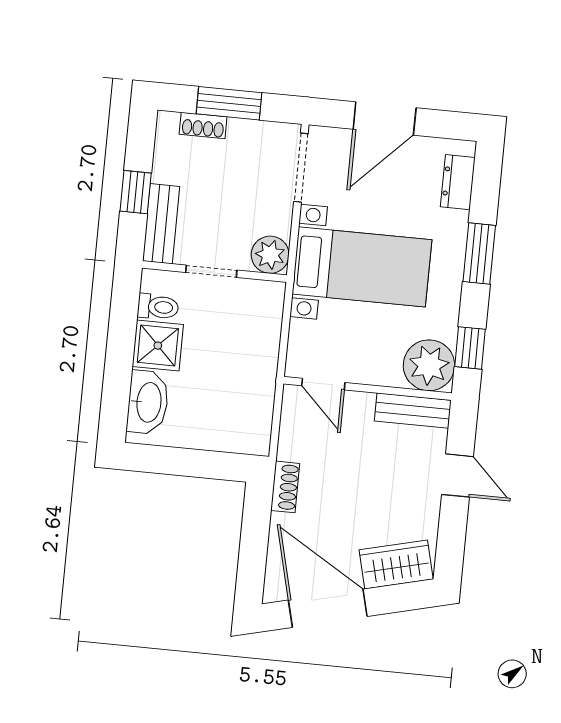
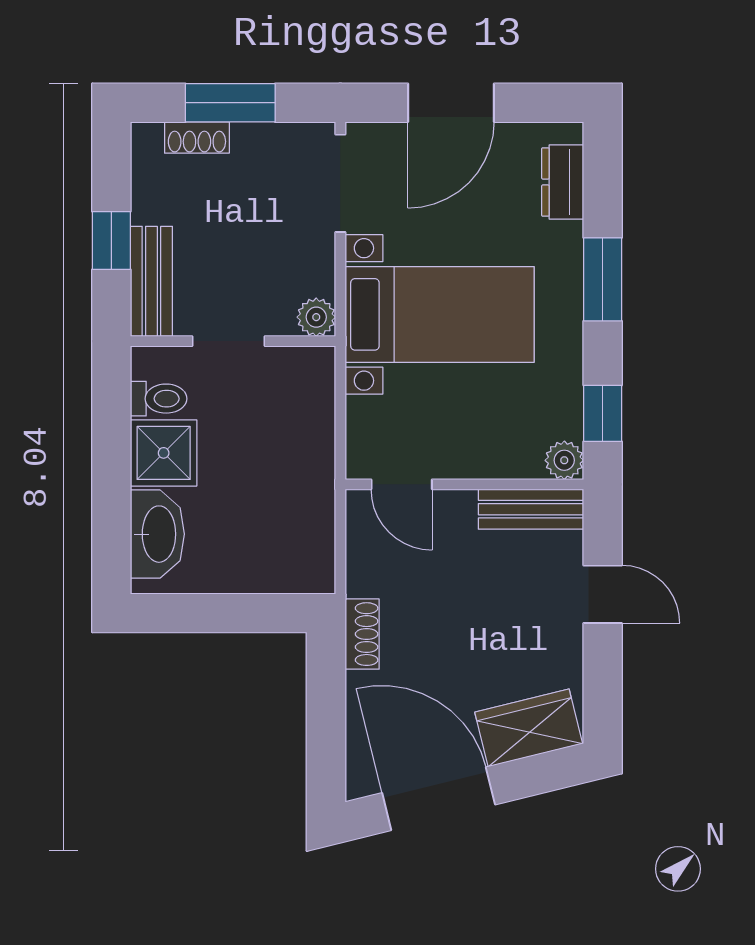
plant: (270, 255) -> (316, 317), width x0.73, depth x0.73
plant: (429, 365) -> (564, 460), width x0.53, depth x0.53

